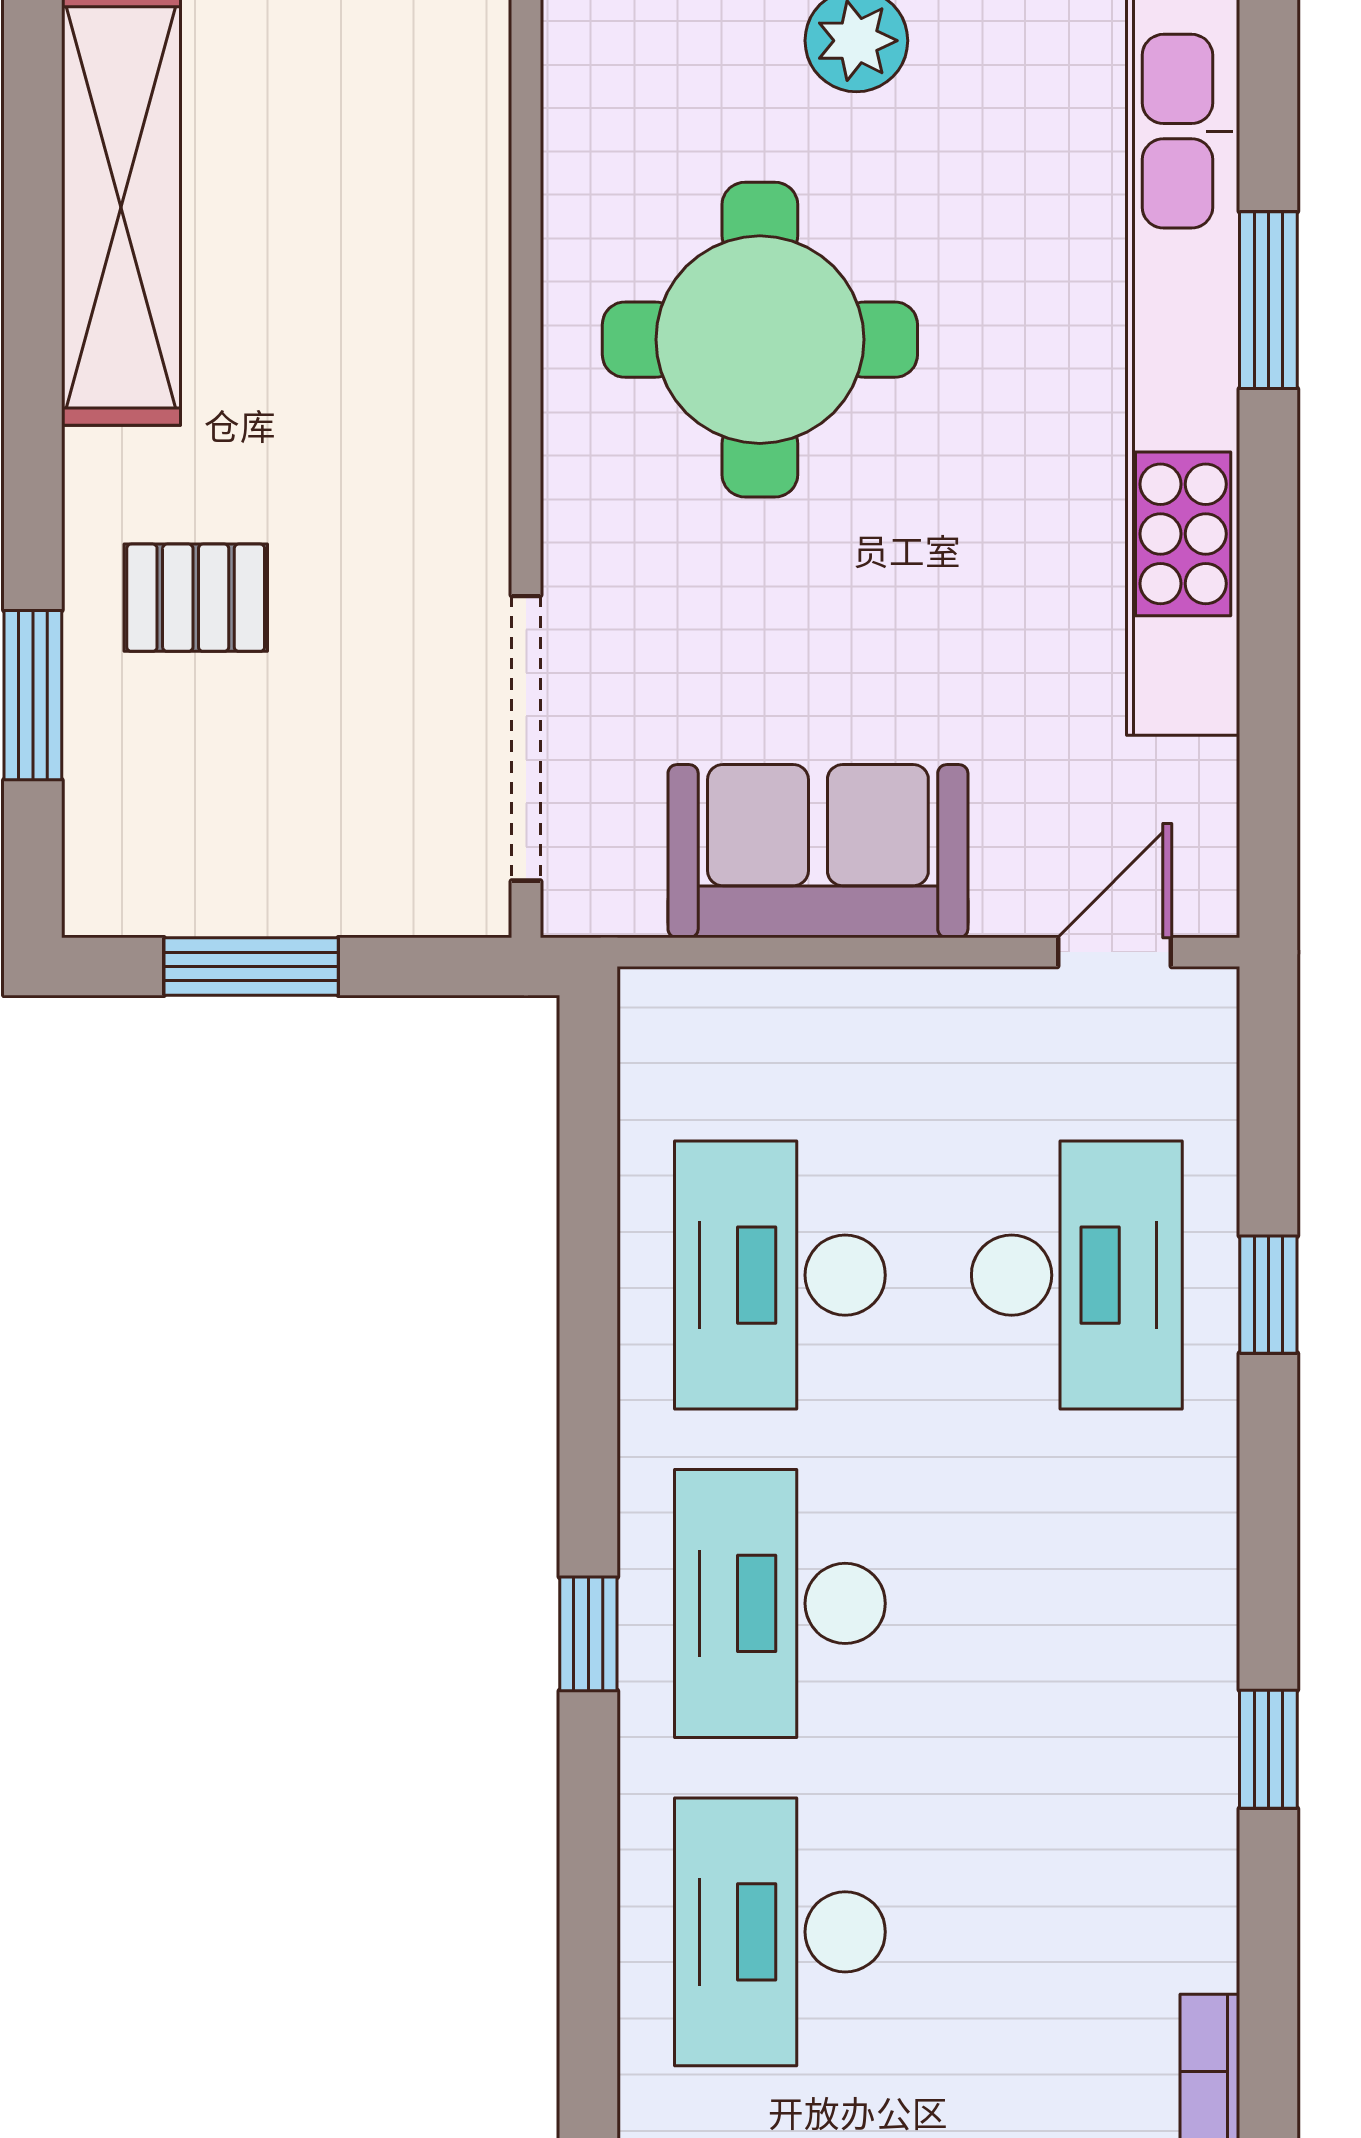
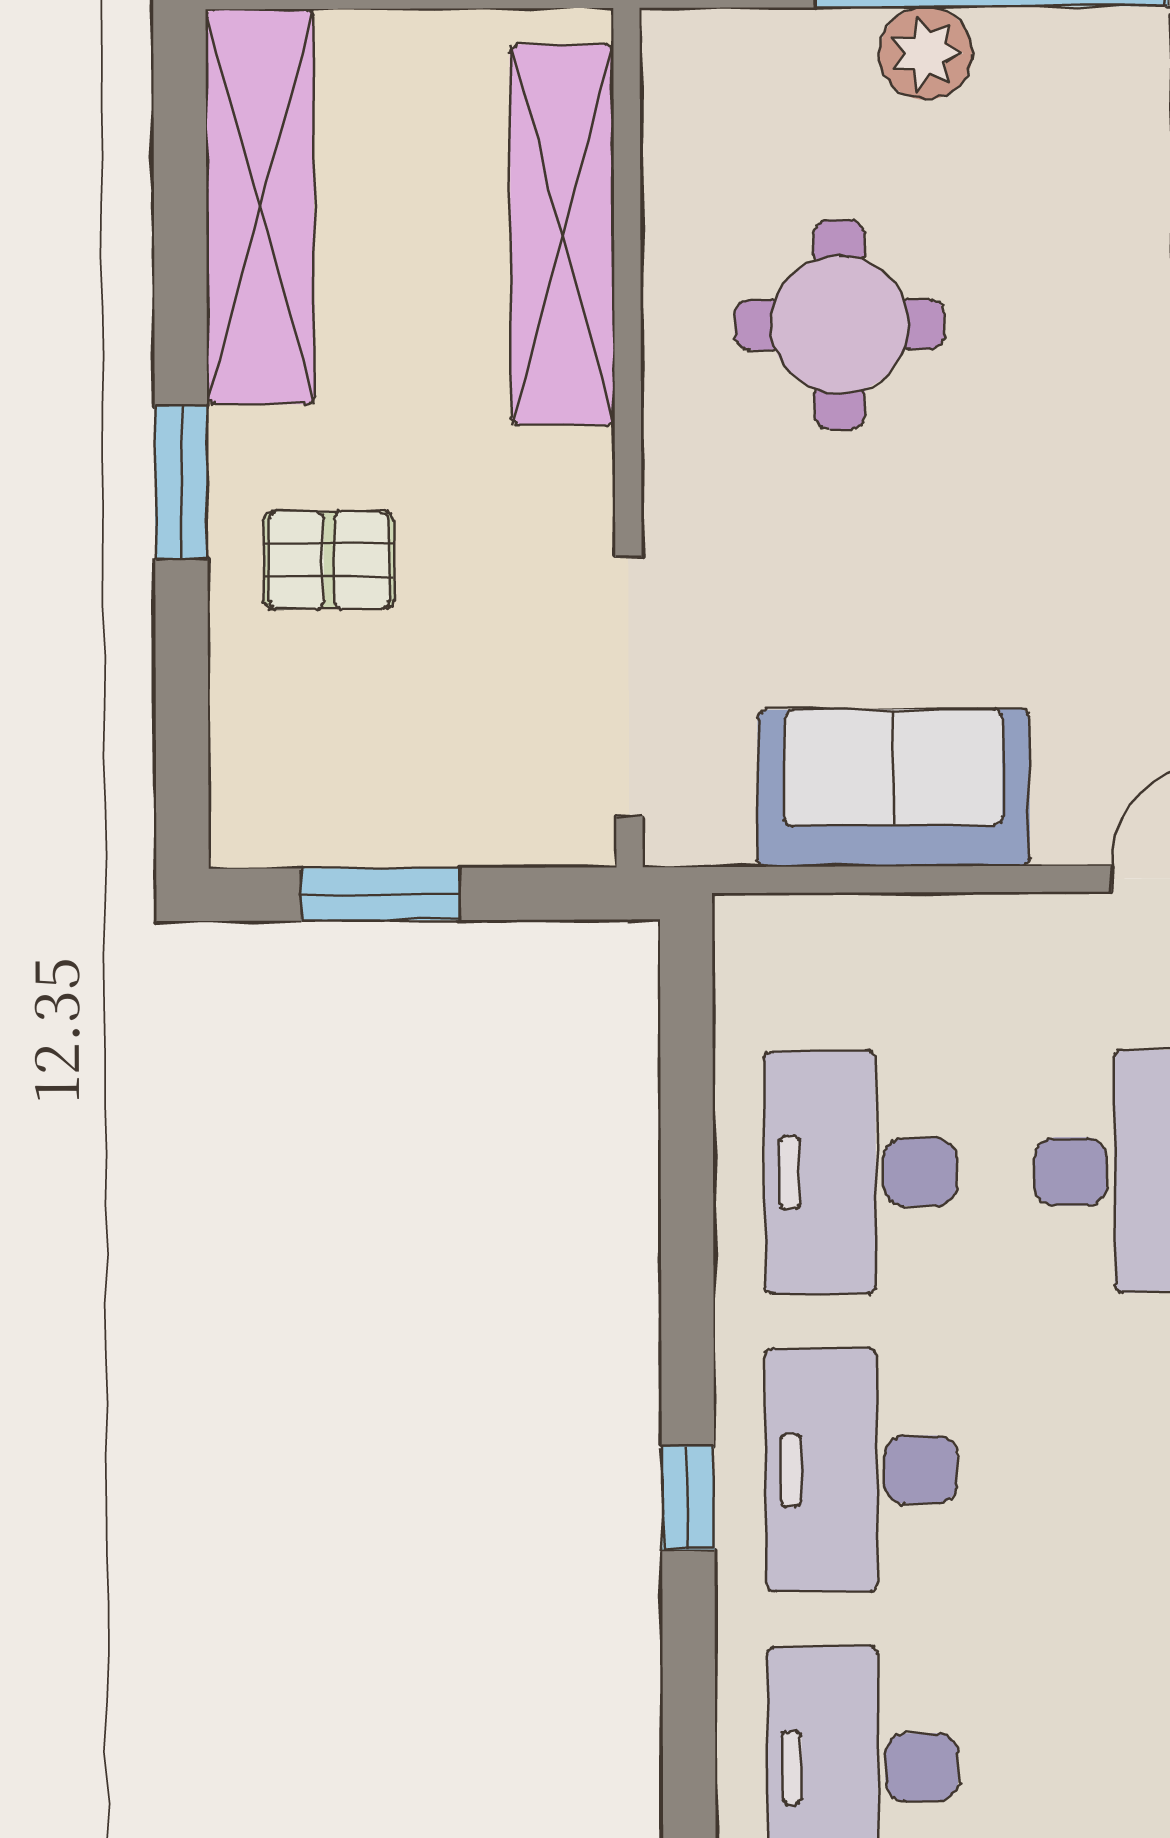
shelving: (454, 239) -> (562, 235), added
round table: (760, 340) -> (840, 325), width x0.73, depth x0.73
window: (33, 695) -> (181, 482), moved

